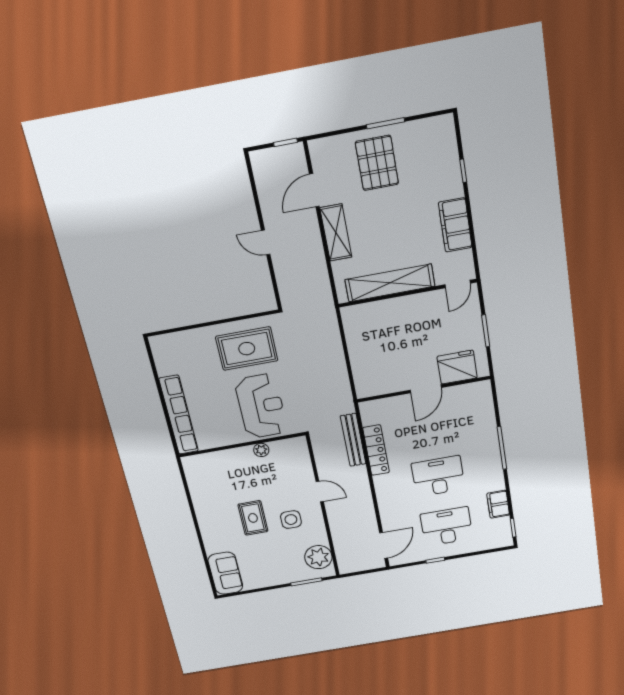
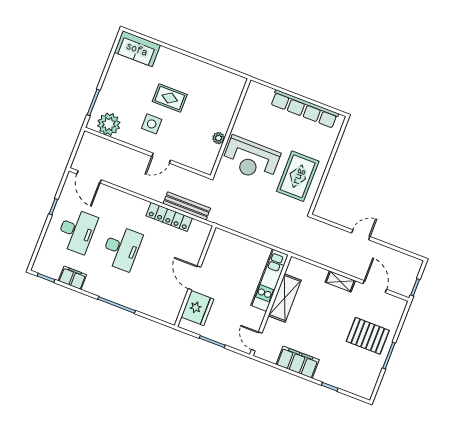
shelving: (336, 233) -> (340, 281), width x0.67, depth x0.75
shelving: (390, 283) -> (285, 298), width x0.68
kitchen unit: (380, 311) -> (270, 280), added
row of seats: (179, 415) -> (304, 109), moved

